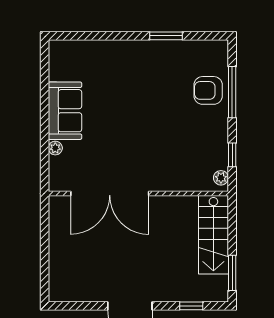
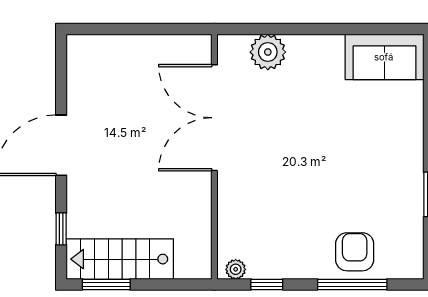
sofa: (65, 111) -> (384, 57), moved
plant: (55, 148) -> (268, 52), width x1.88, depth x1.88
stairs: (213, 235) -> (120, 259), moved

